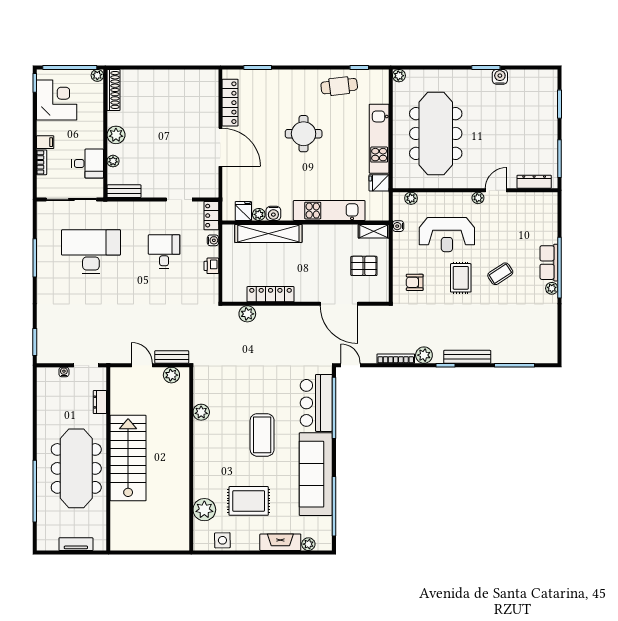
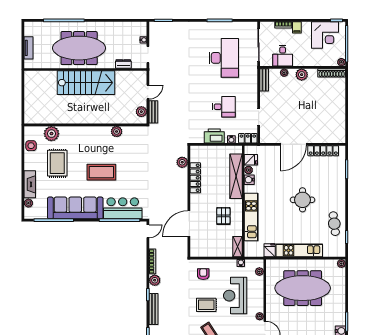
printer: (211, 266) -> (214, 136), width x1.87, depth x1.48
pallet: (364, 266) -> (223, 216), moved

